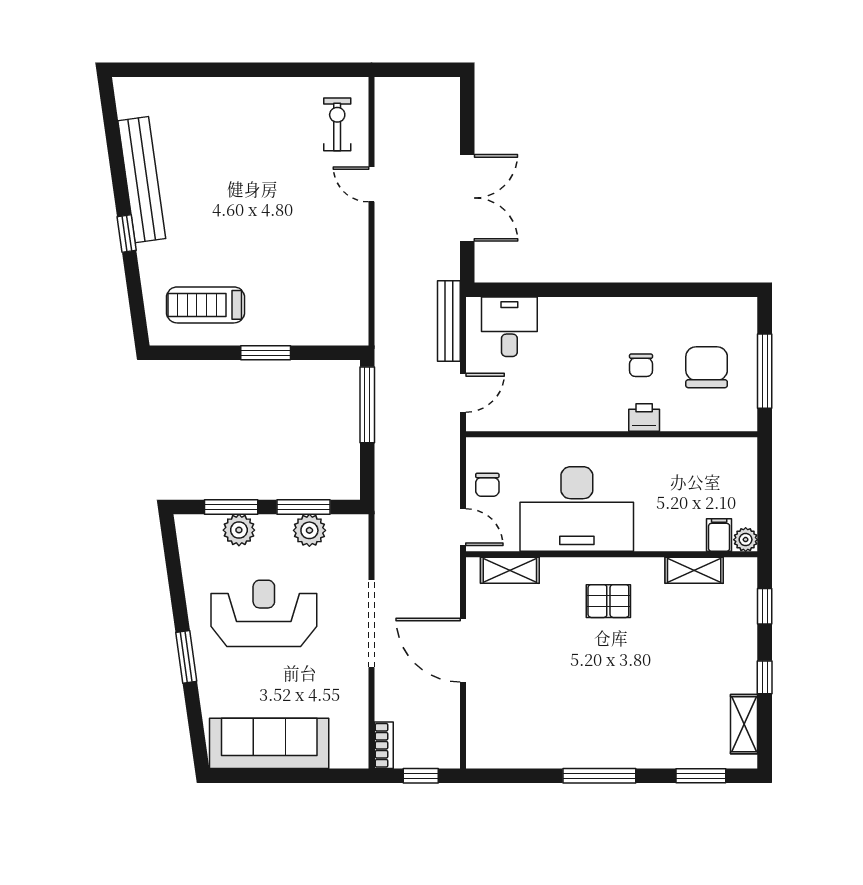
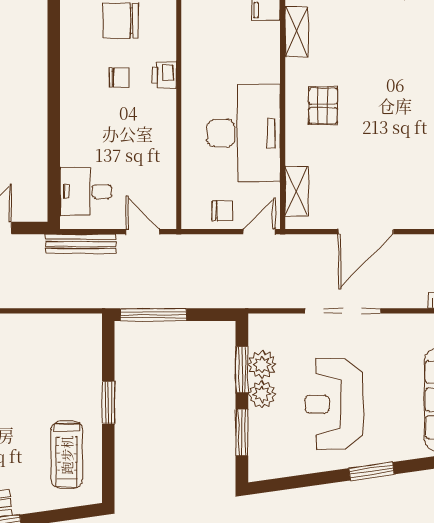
plant: (239, 530) -> (262, 394), moved

